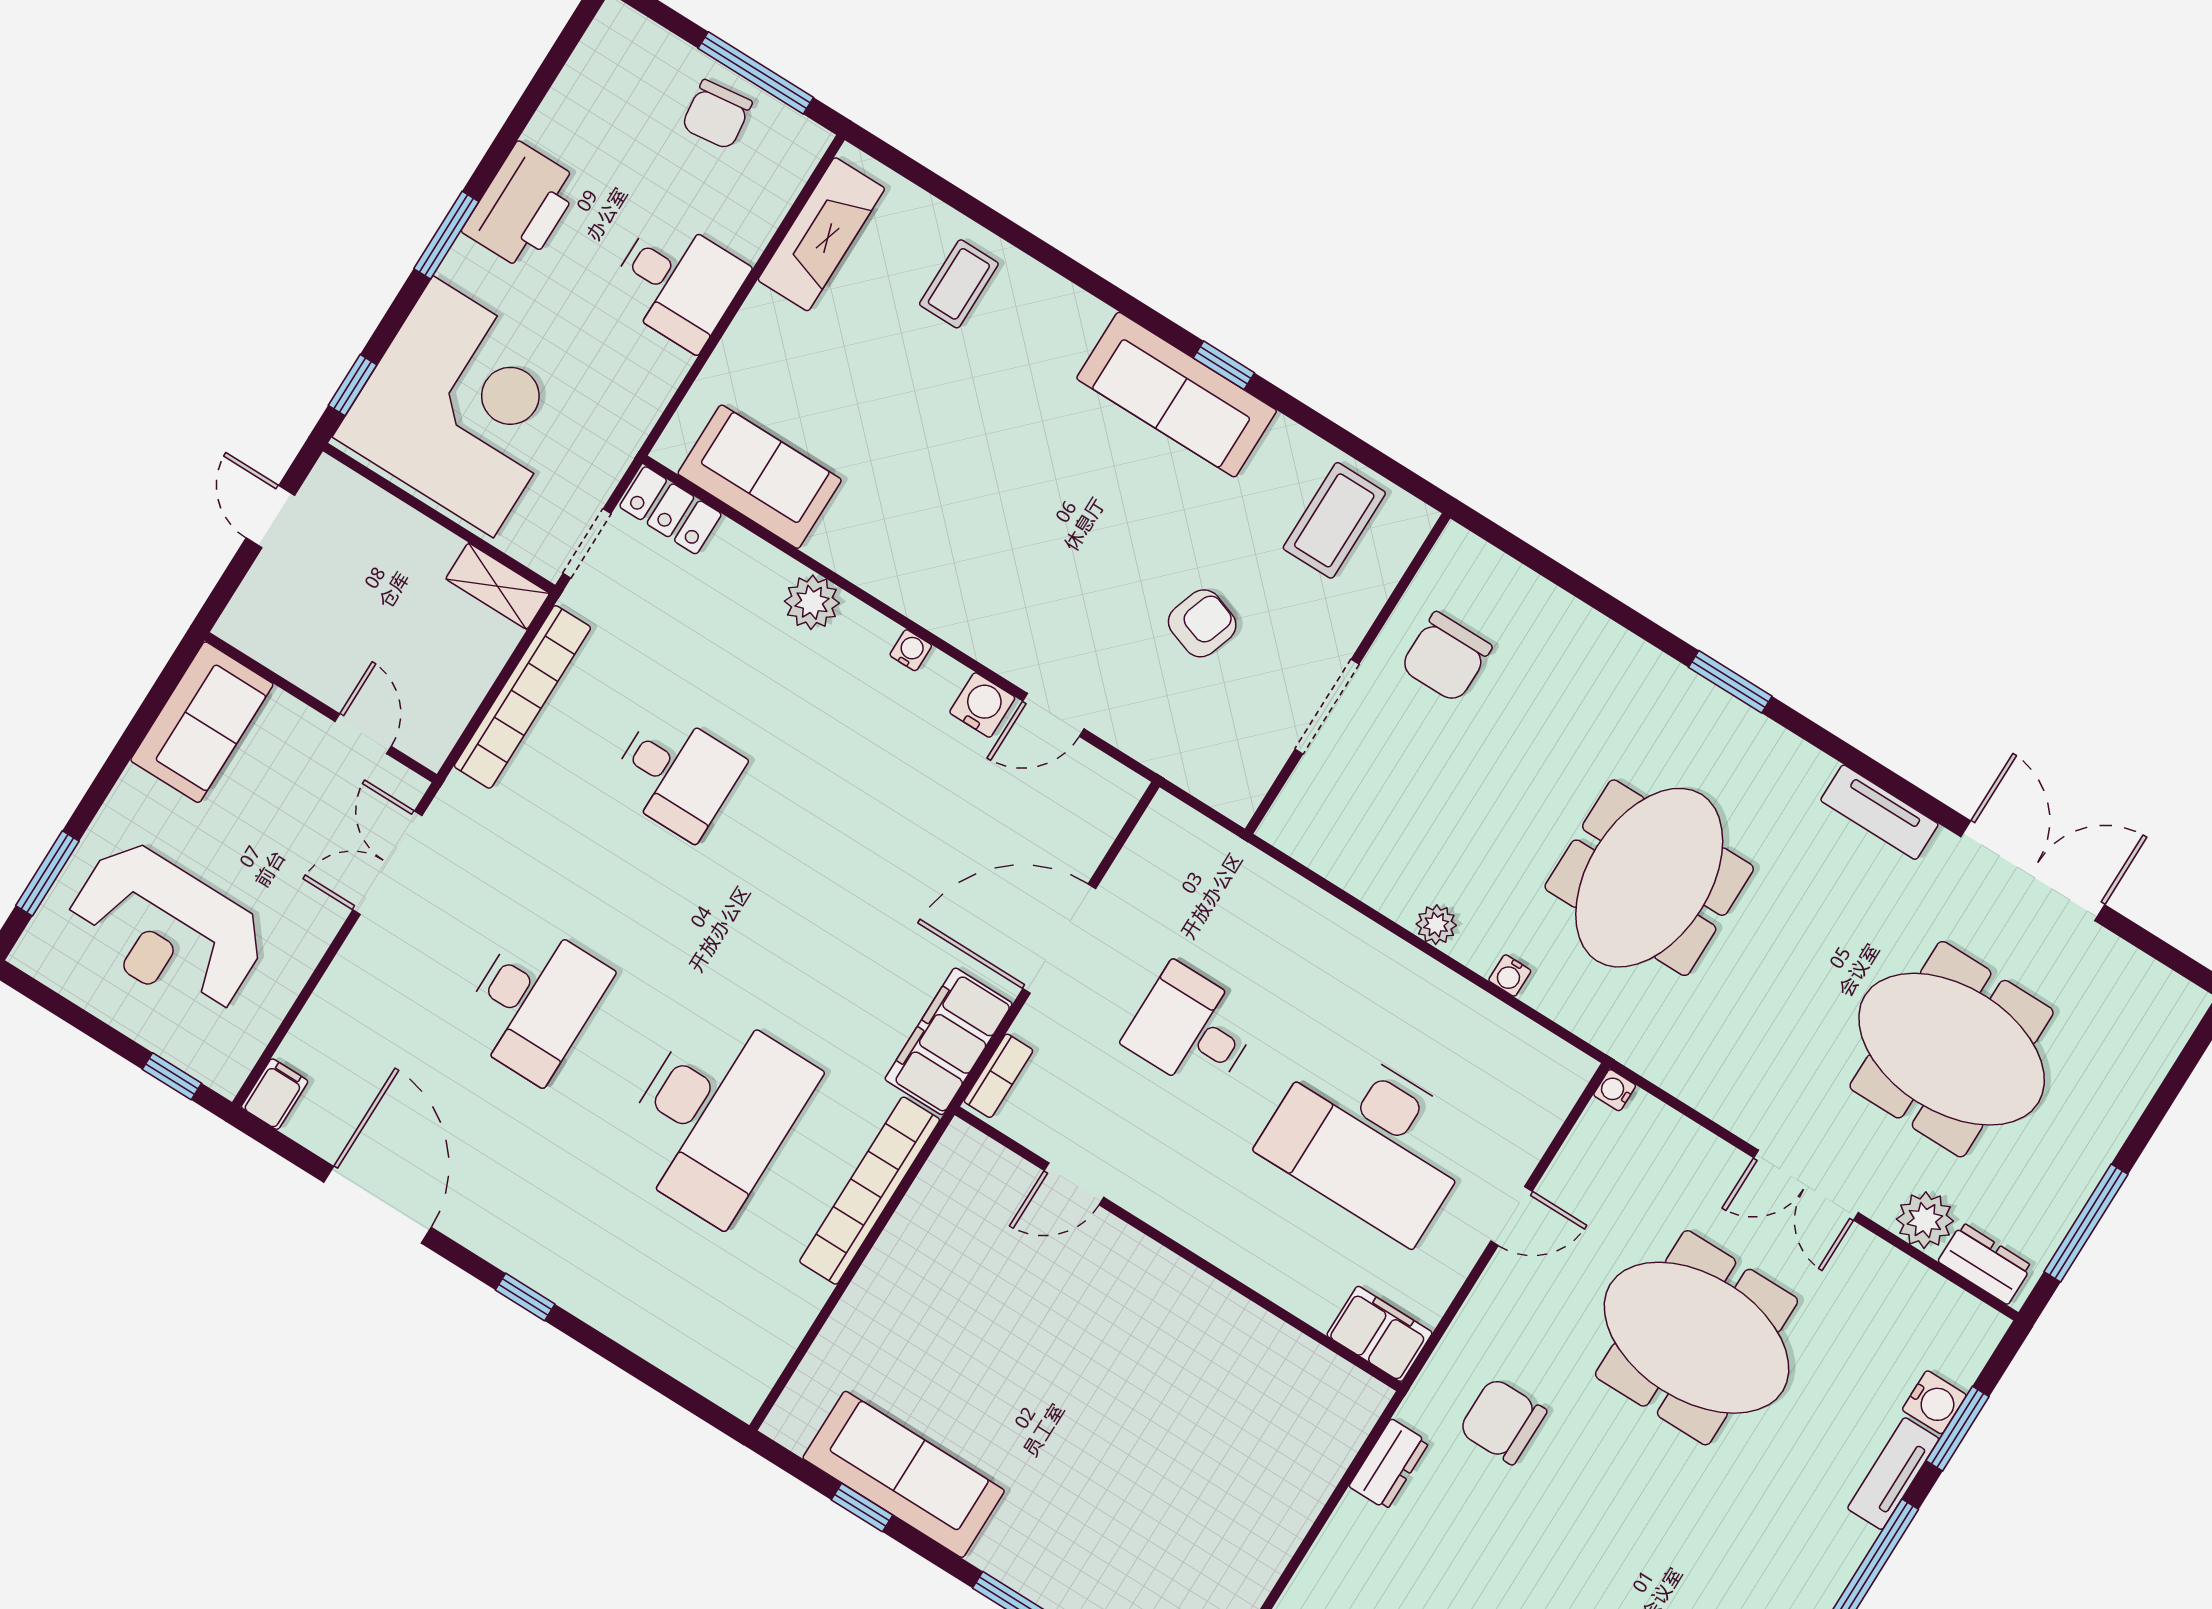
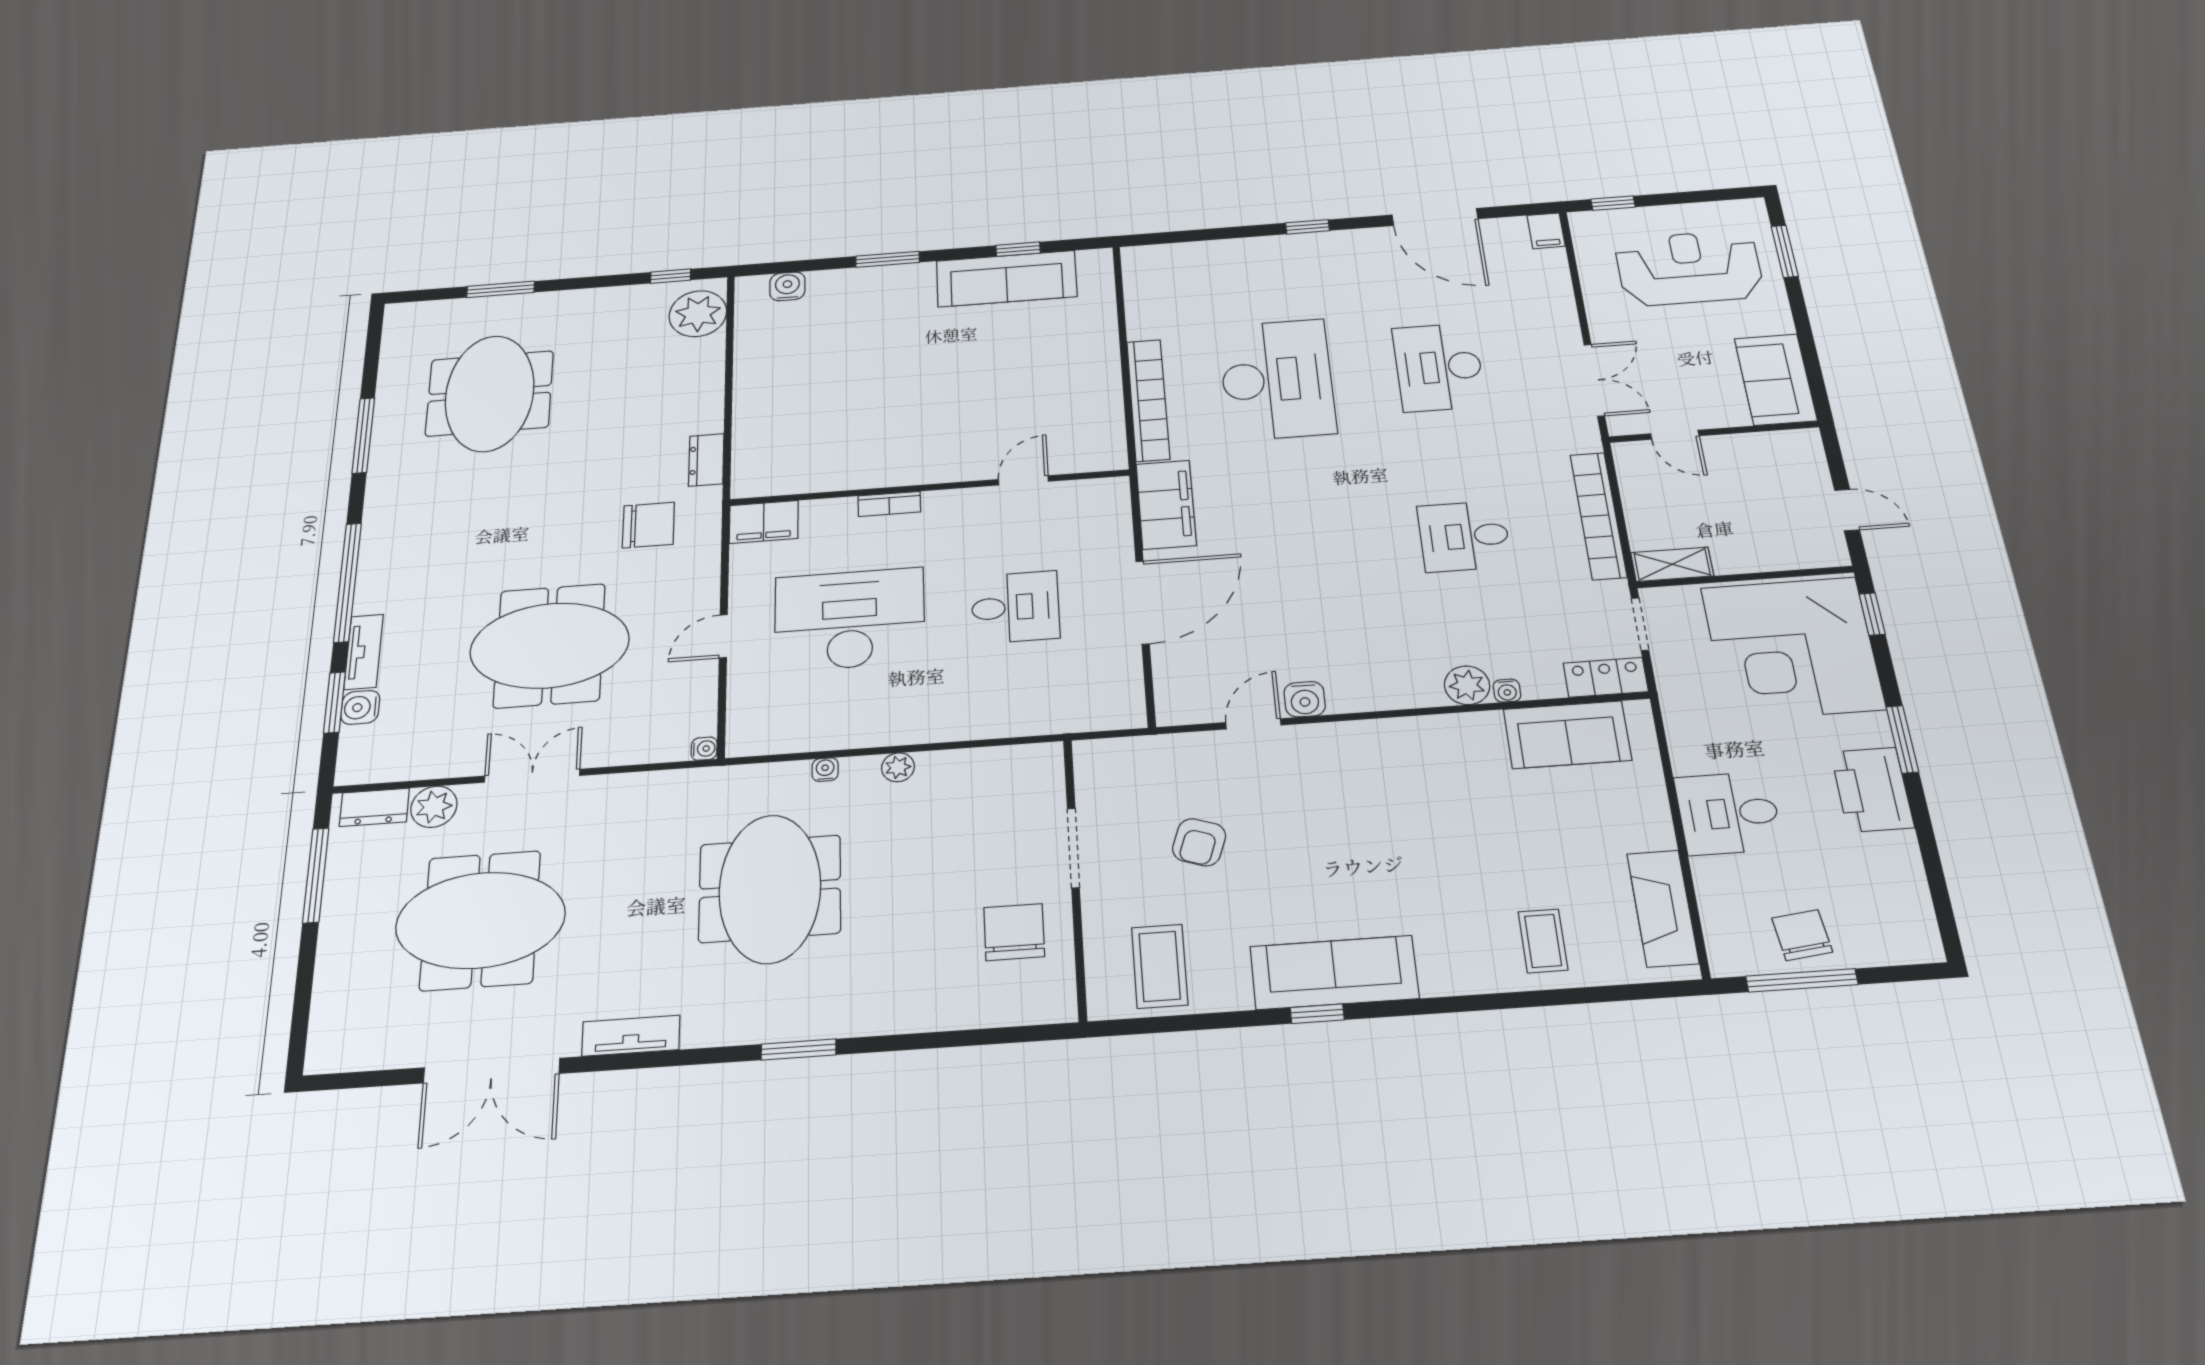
water cooler: (911, 650) -> (1507, 691), moved
bookcase: (998, 1076) -> (889, 504), moved, turned -90
desk: (715, 1115) -> (1277, 379), turned 180

